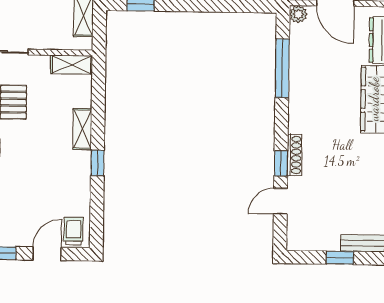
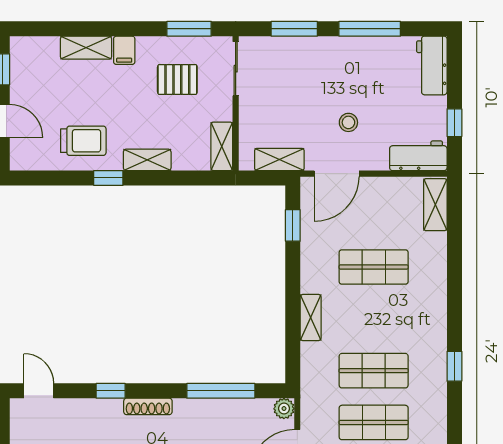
shoe rack: (295, 155) -> (148, 406), moved
door: (280, 201) -> (39, 391), moved
trolley: (73, 231) -> (83, 141), moved, width x1.36, depth x1.39

